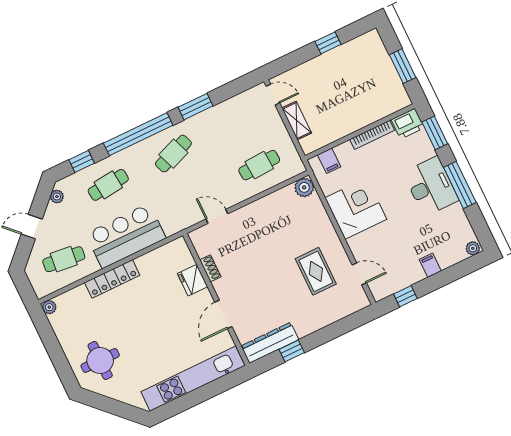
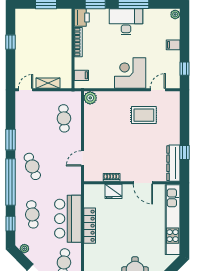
corner desk: (356, 208) -> (130, 73), moved
locker: (112, 279) -> (90, 226), moved

